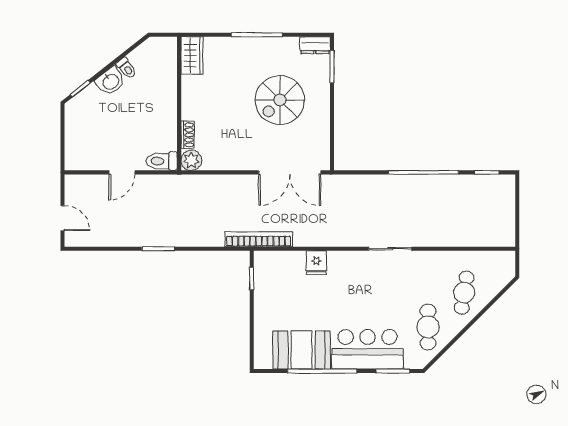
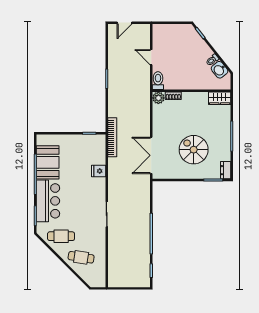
washbasin: (110, 81) -> (220, 70), moved

